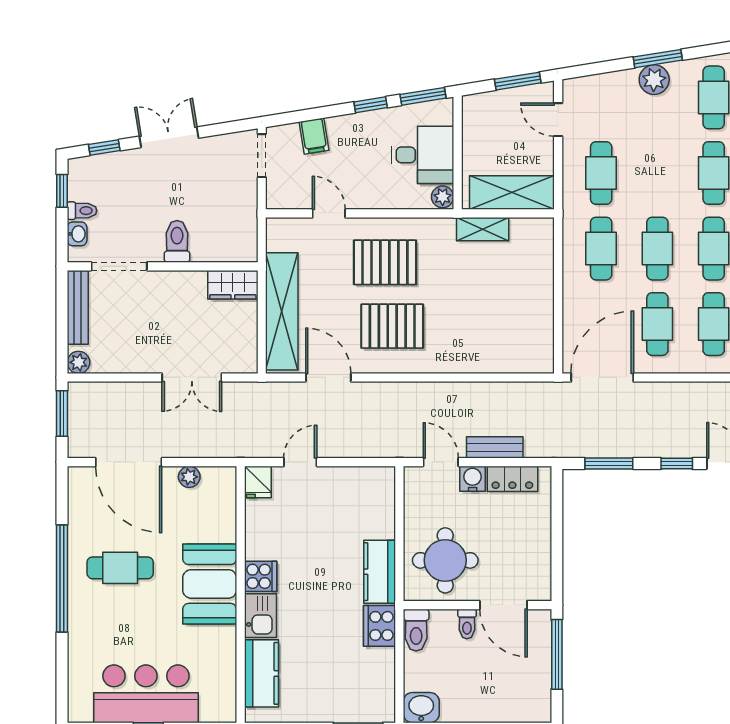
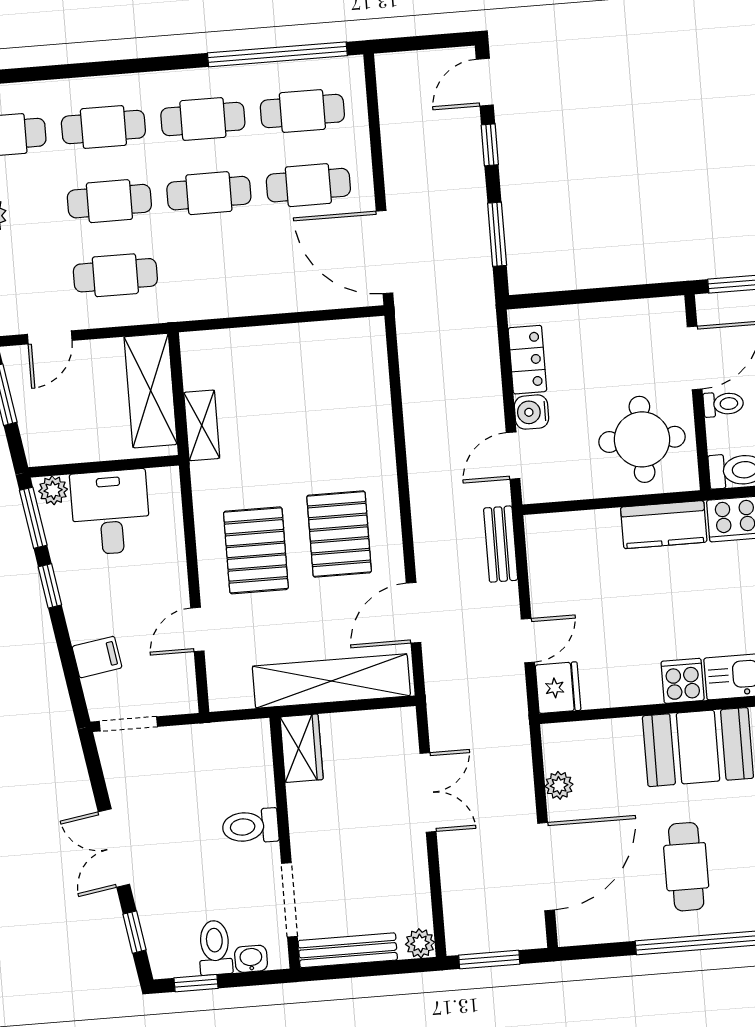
plant: (443, 197) -> (53, 490), moved
toilet: (82, 211) -> (215, 948), width x1.37, depth x1.39
cafe table: (601, 249) -> (109, 201), moved
bench: (495, 447) -> (501, 544), moved
door: (300, 462) -> (528, 641), swing flipped
fridge: (258, 482) -> (558, 688), width x1.38

